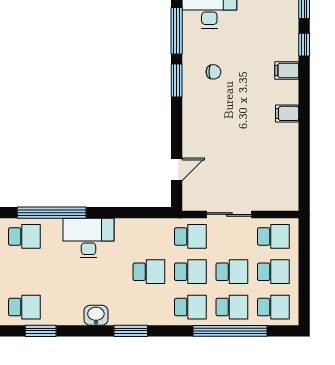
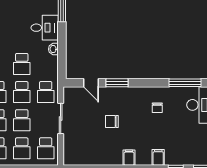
window: (177, 80) -> (117, 83), moved
chair: (234, 139) -> (112, 122), added
washbasin: (127, 225) -> (53, 49), added
desk: (88, 238) -> (45, 28), width x0.73

